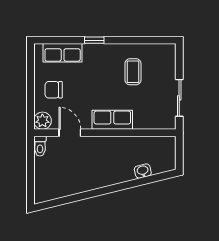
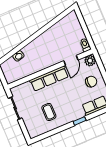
row of seats: (112, 120) -> (49, 78), width x1.48
door: (70, 133) -> (71, 60), hinge flipped

